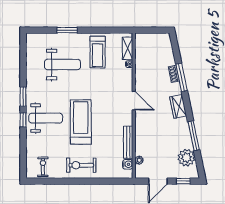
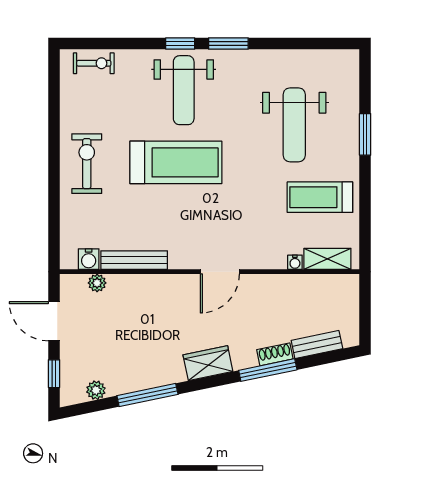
bench: (169, 53) -> (317, 345), added
plant: (186, 158) -> (96, 390), width x0.53, depth x0.53
exercise bike: (43, 167) -> (94, 63), moved

